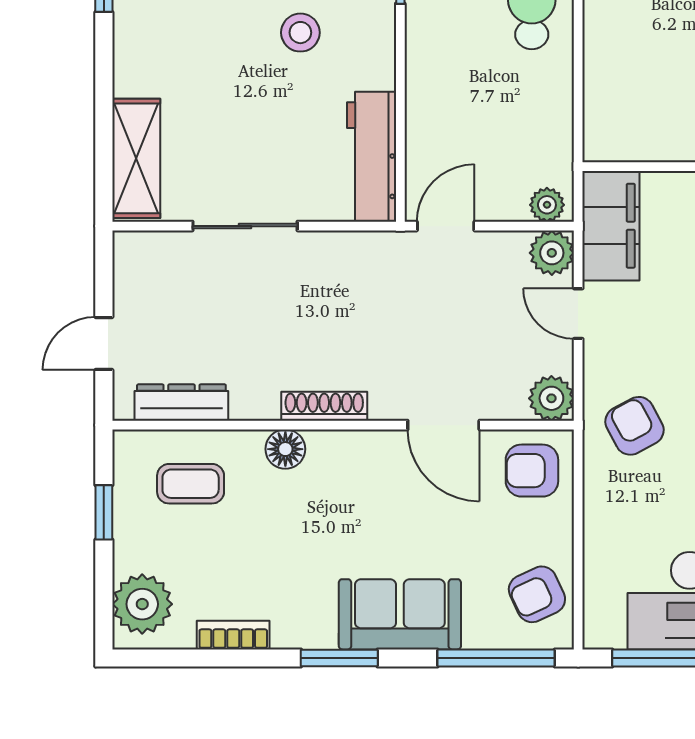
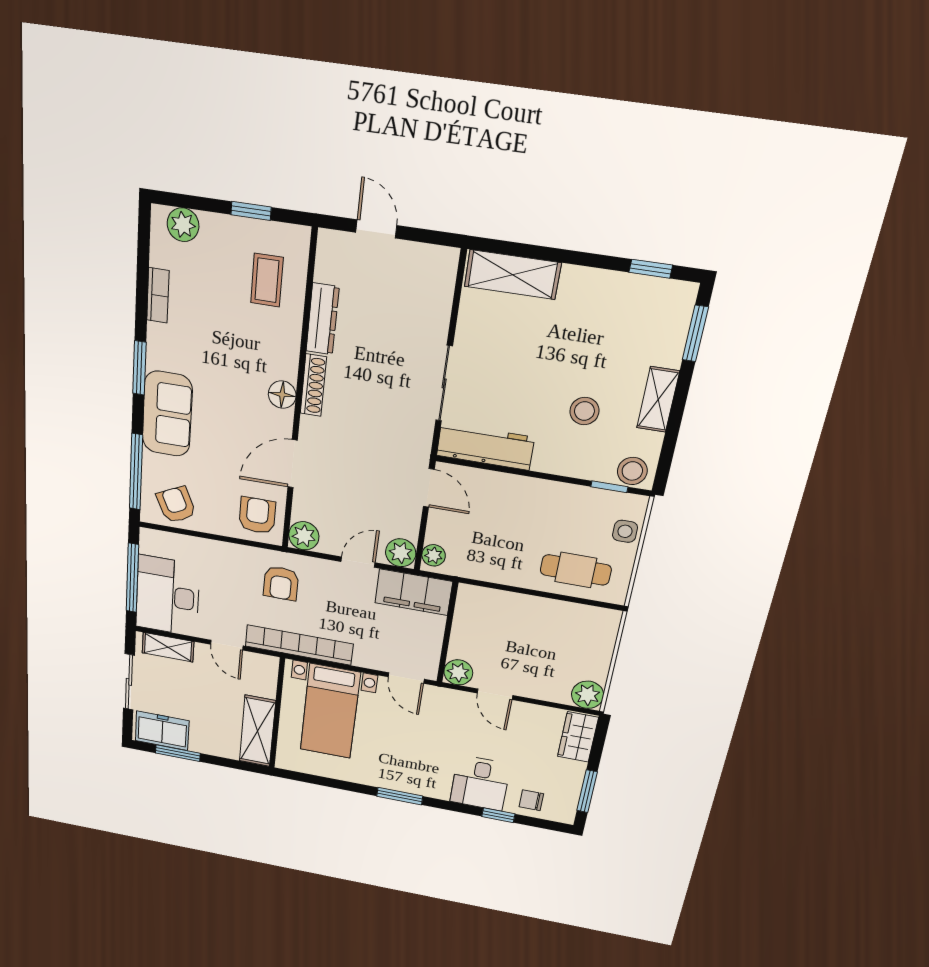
sliding door: (245, 226) -> (444, 383), moved
dresser: (181, 403) -> (323, 319), moved
armchair: (634, 426) -> (281, 583), turned 118
floor lamp: (285, 449) -> (282, 395), moved
plant: (142, 604) -> (183, 225), width x0.73, depth x0.73

